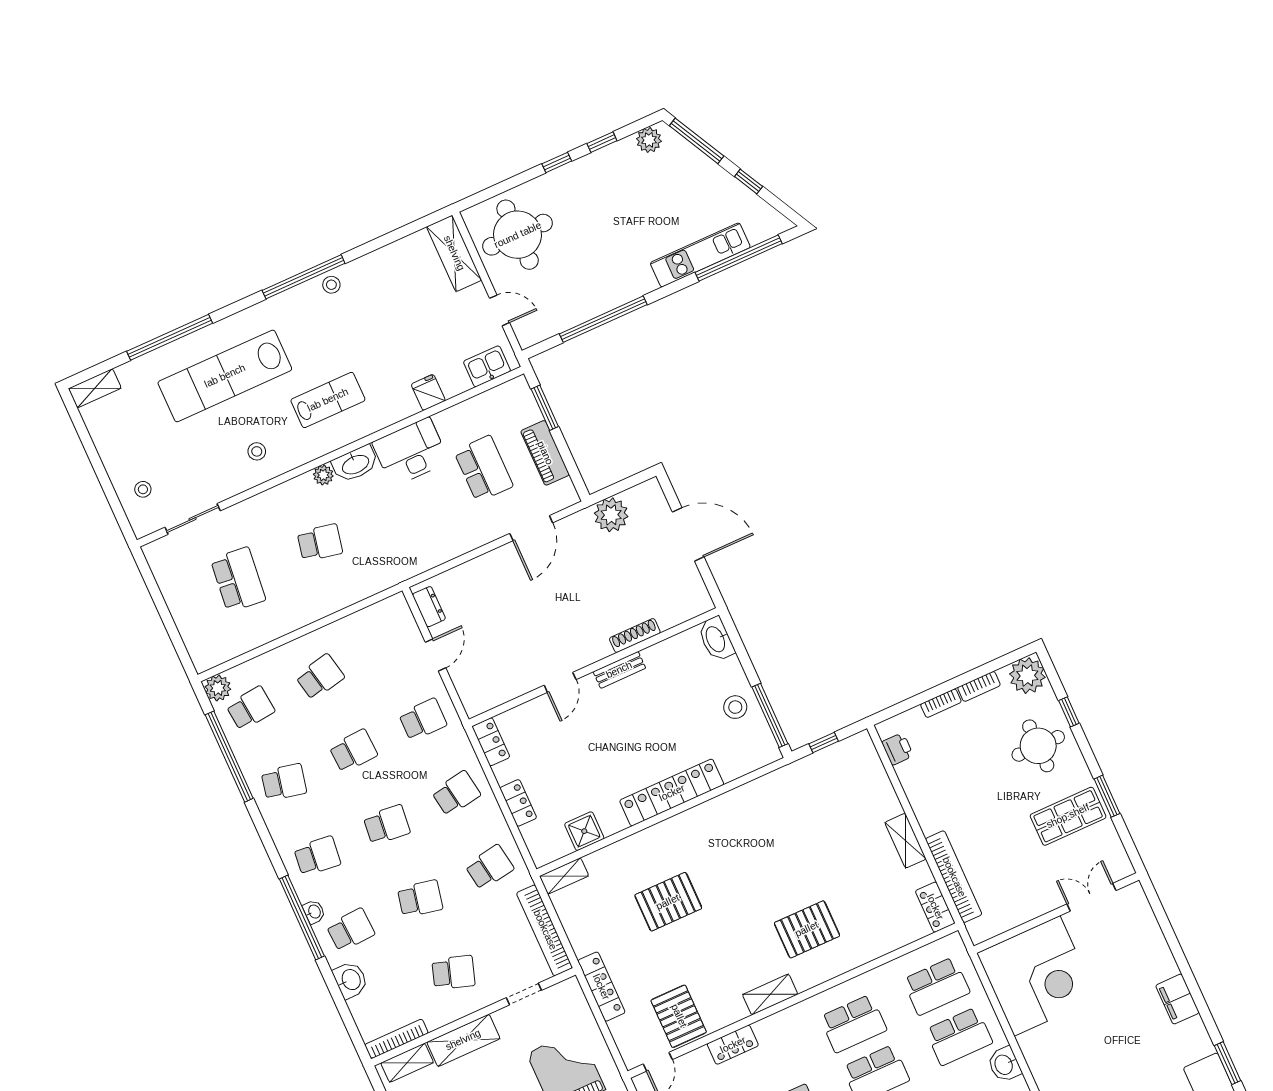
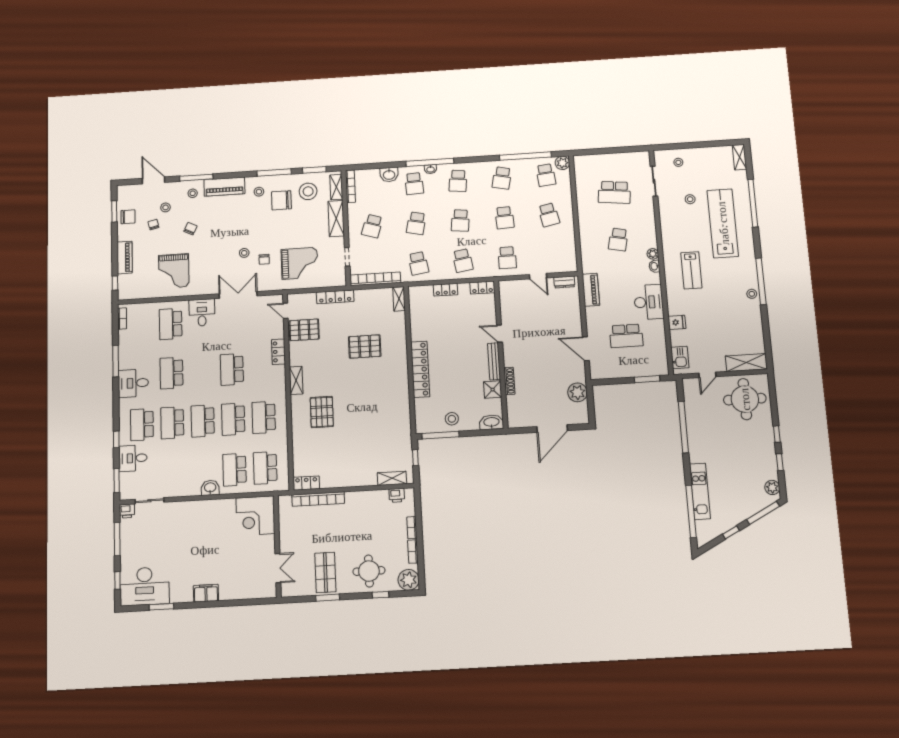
stool: (257, 451) -> (690, 199), moved
piano: (545, 453) -> (591, 290), moved, turned 90
washbasin: (355, 464) -> (654, 266), width x0.52, depth x0.69
bench: (619, 670) -> (494, 361), width x1.36
shower: (584, 831) -> (493, 390), moved
shelving: (905, 841) -> (392, 478), moved
pallet: (668, 902) -> (365, 346), turned 90
corner desk: (1037, 976) -> (255, 516), width x0.74, depth x0.74

